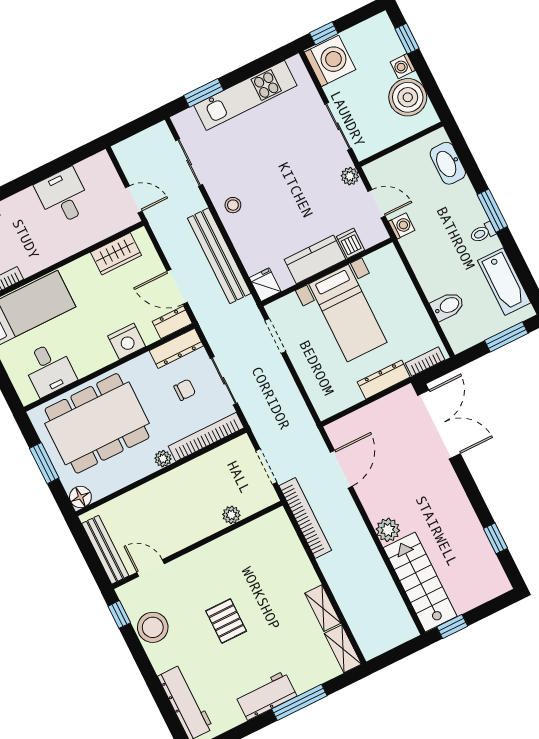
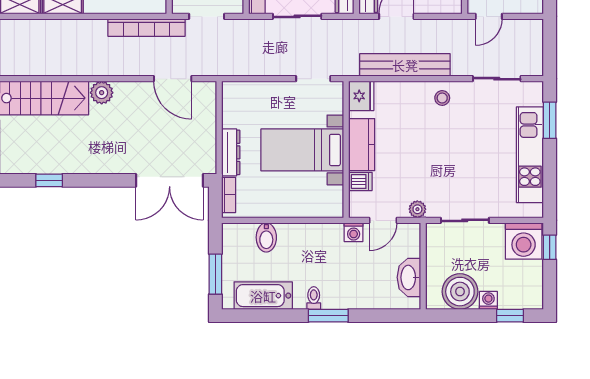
washbasin: (448, 163) -> (409, 277), moved, turned -90
fridge: (265, 285) -> (361, 96), width x1.38

